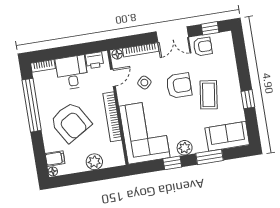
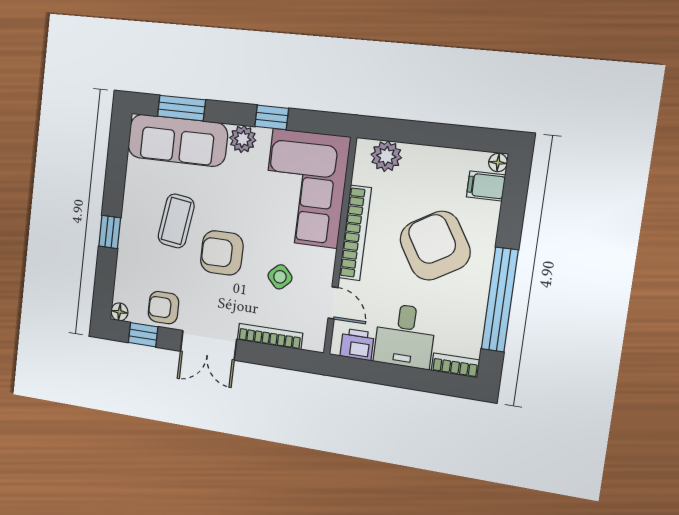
double door: (172, 34) -> (208, 345), swing flipped
floor lamp: (117, 54) -> (119, 312), moved
door: (113, 78) -> (333, 303), swing flipped
window: (248, 99) -> (110, 232), moved
sofa: (227, 136) -> (177, 140), width x1.36
window: (209, 157) -> (181, 108), moved
plant: (94, 162) -> (386, 156), moved

